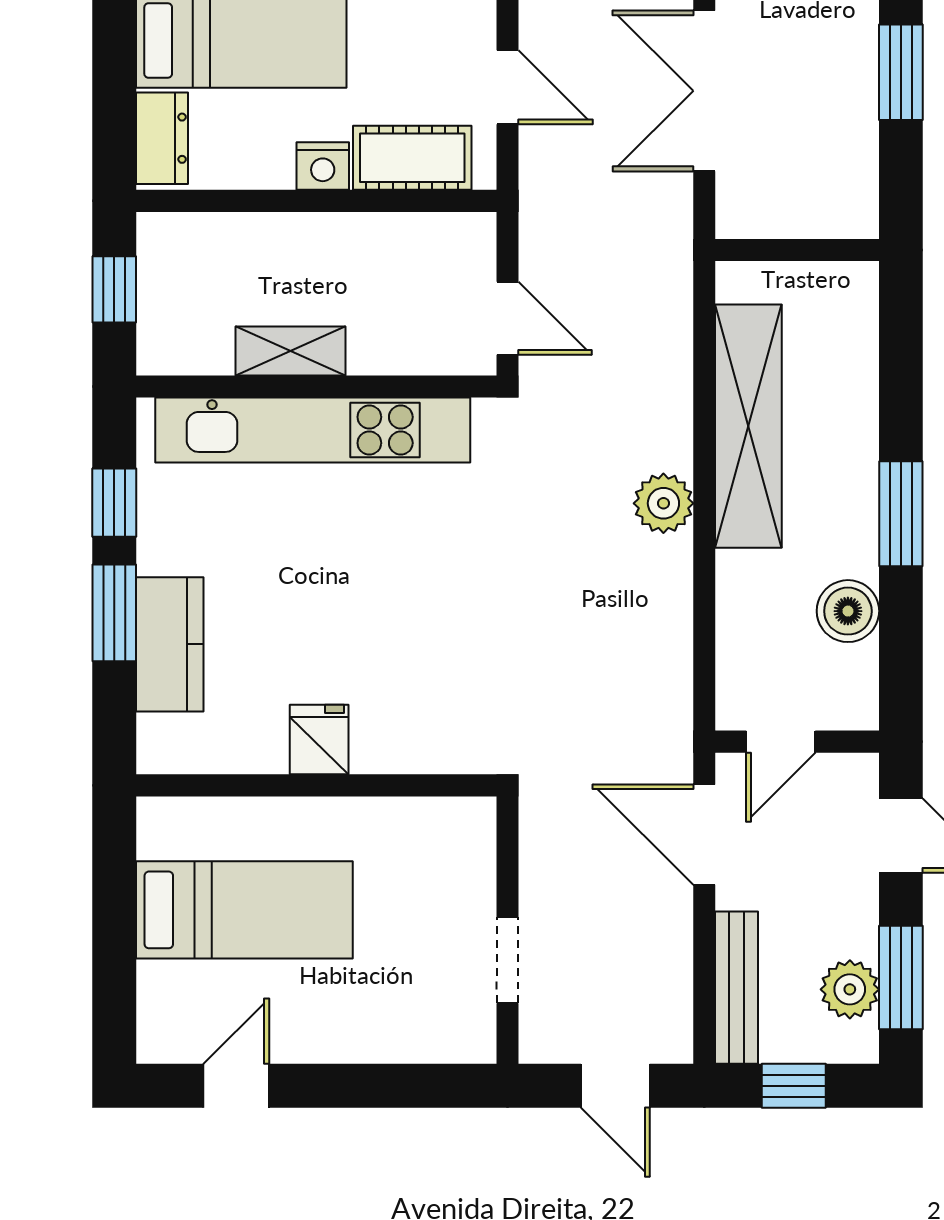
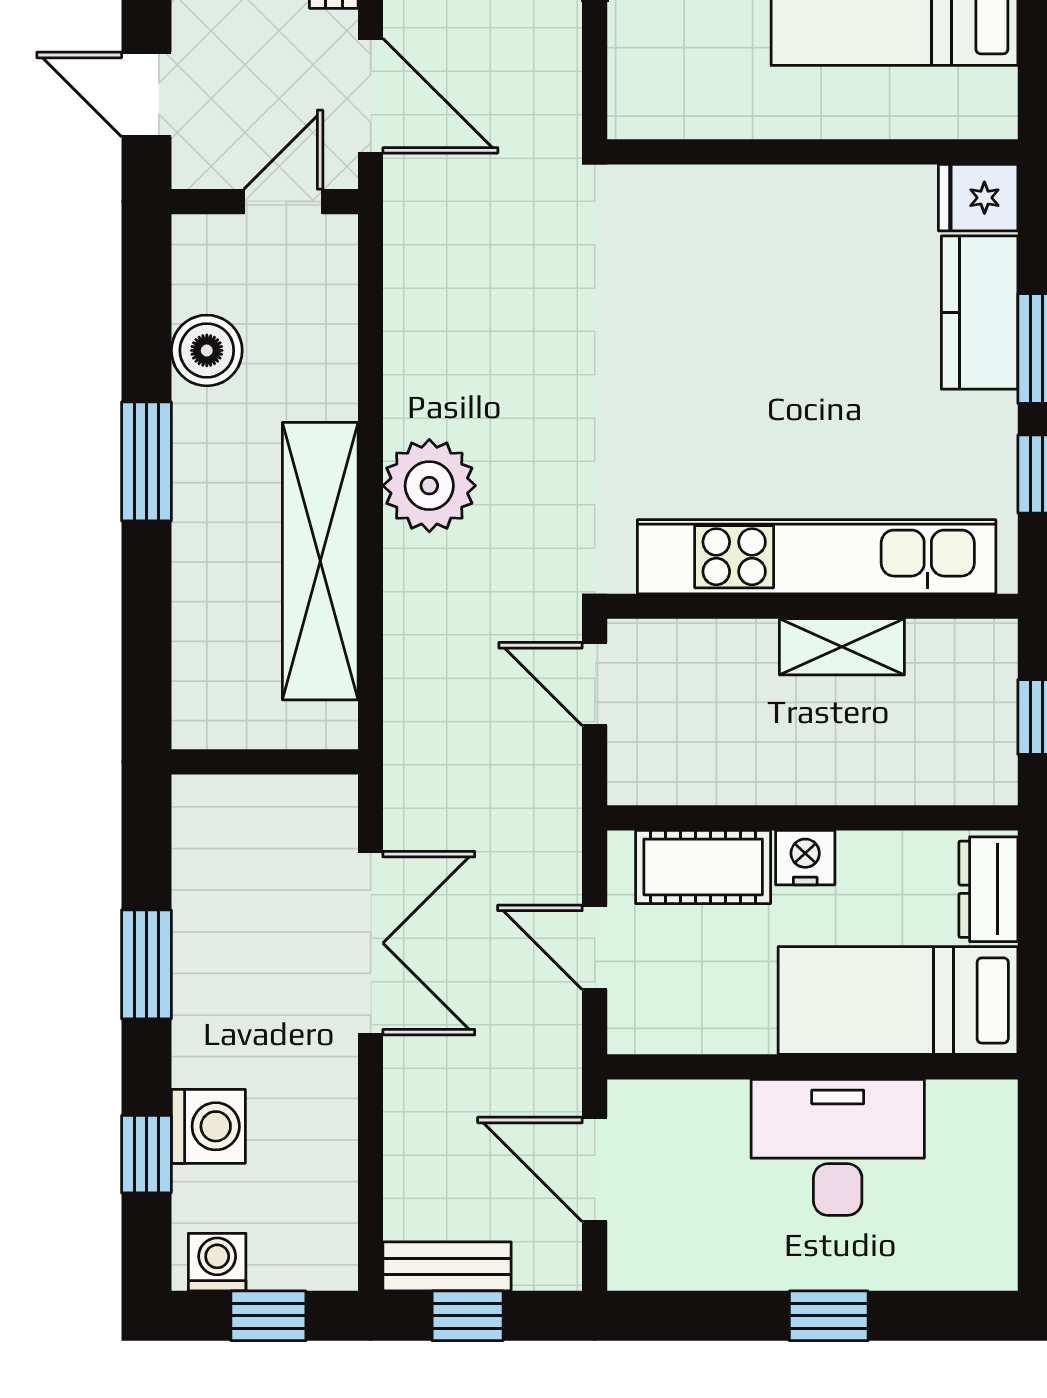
plant: (663, 503) -> (429, 486), width x1.36, depth x1.36
fridge: (319, 740) -> (978, 198), moved, turned 90

